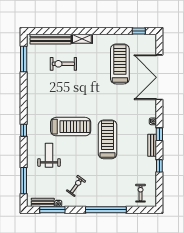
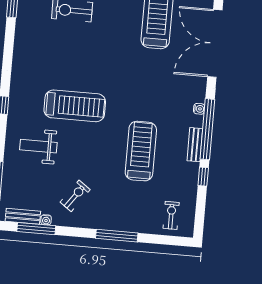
window: (159, 134) -> (207, 129), width x3.17
treadmill: (108, 139) -> (141, 151), moved
weight bench: (49, 155) -> (38, 146), turned -90
window: (106, 210) -> (117, 236), width x0.68

